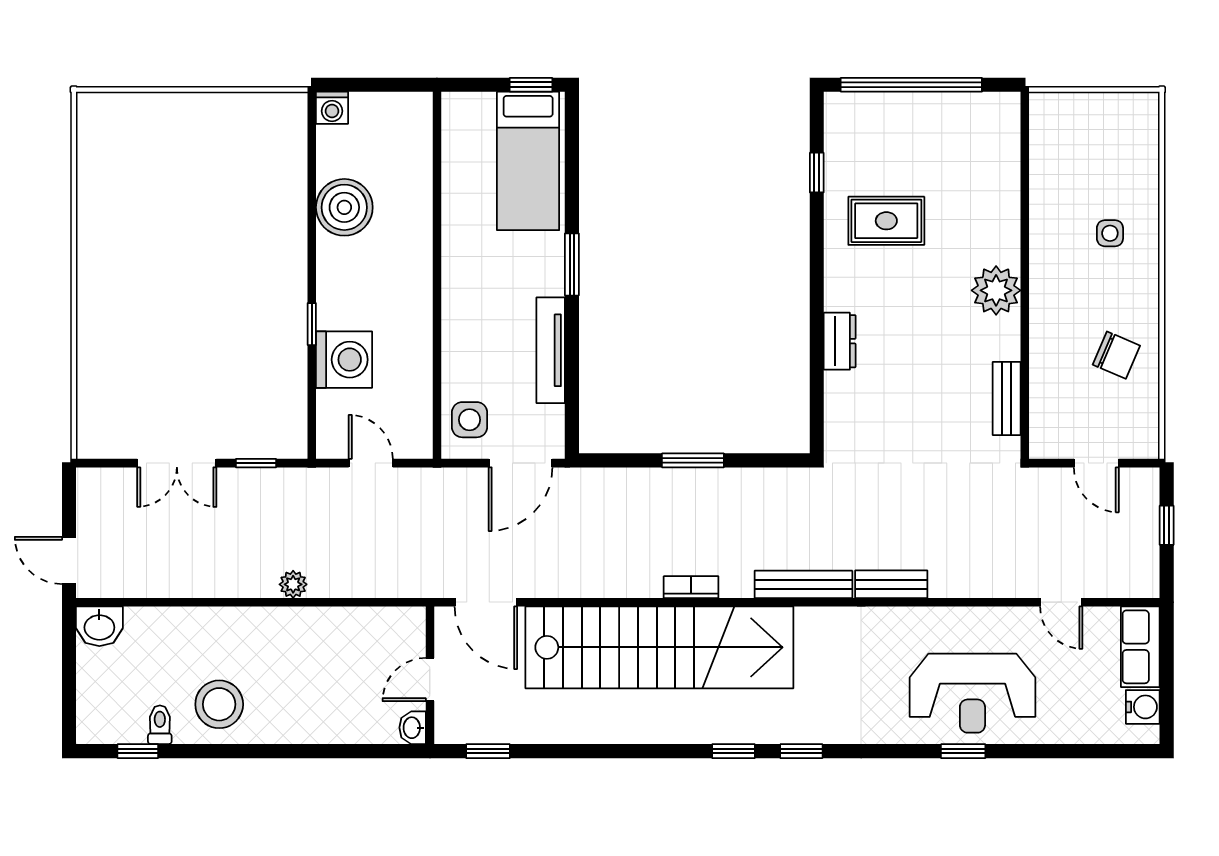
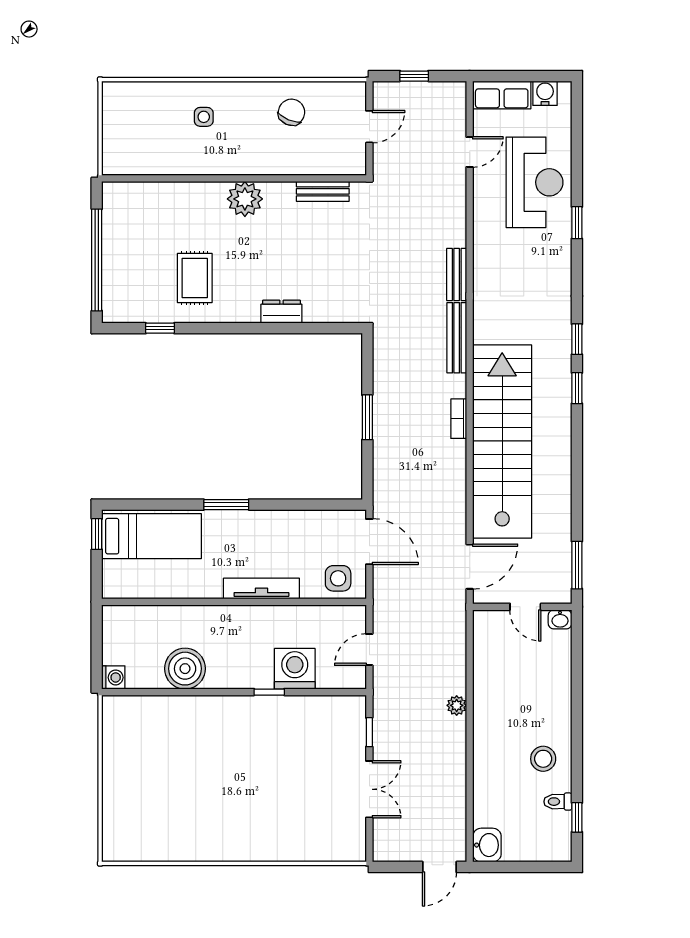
tv unit: (551, 350) -> (261, 589), moved, turned 180
reception desk: (972, 693) -> (534, 182), moved
stool: (219, 704) -> (543, 759), width x0.73, depth x0.73
window: (488, 751) -> (577, 565), width x1.50

